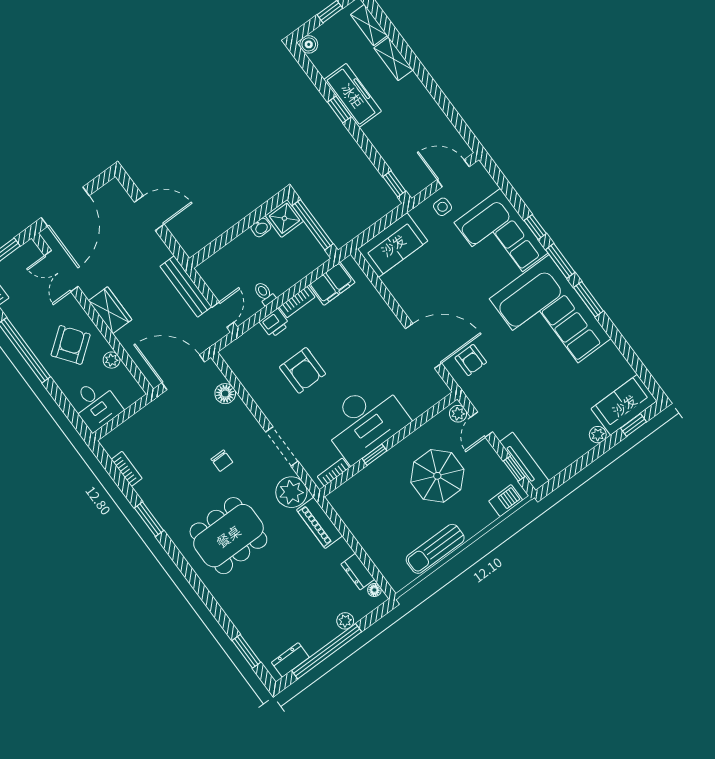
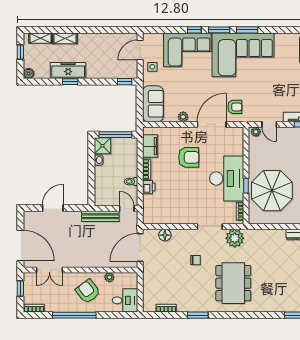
plant: (405, 299) -> (183, 117), added
wardrobe: (110, 310) -> (85, 261), removed
armchair: (303, 370) -> (189, 157), moved
parasol: (437, 476) -> (272, 191), moved, width x1.36, depth x1.36
piano: (320, 523) -> (259, 235), removed

